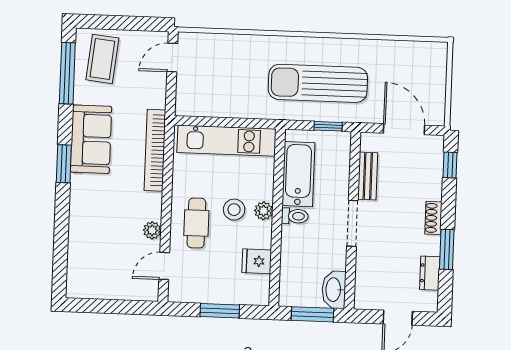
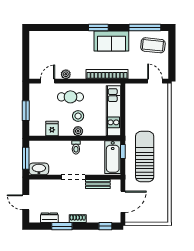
window: (328, 126) -> (123, 151), moved
bathtub: (298, 174) -> (113, 157), moved, turned 90
door: (164, 266) -> (48, 81), hinge flipped

